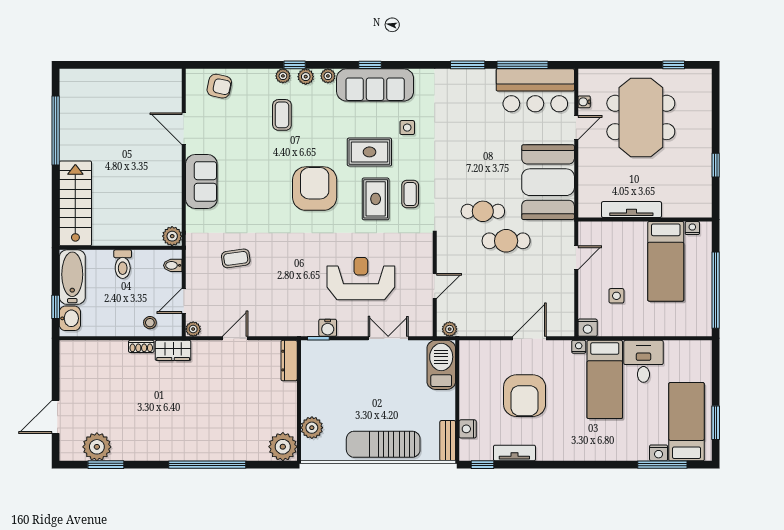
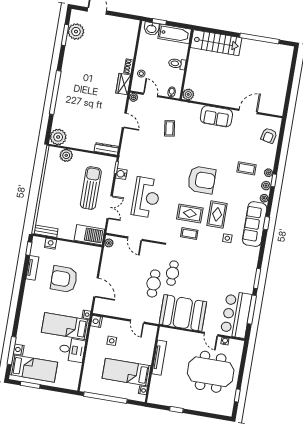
sun lounger: (383, 444) -> (91, 188), moved

